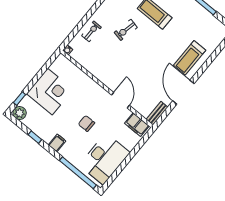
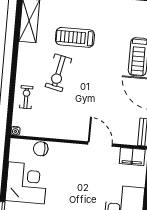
exercise bike: (126, 30) -> (58, 73), width x1.38, depth x1.39
chair: (86, 123) -> (41, 149), moved

